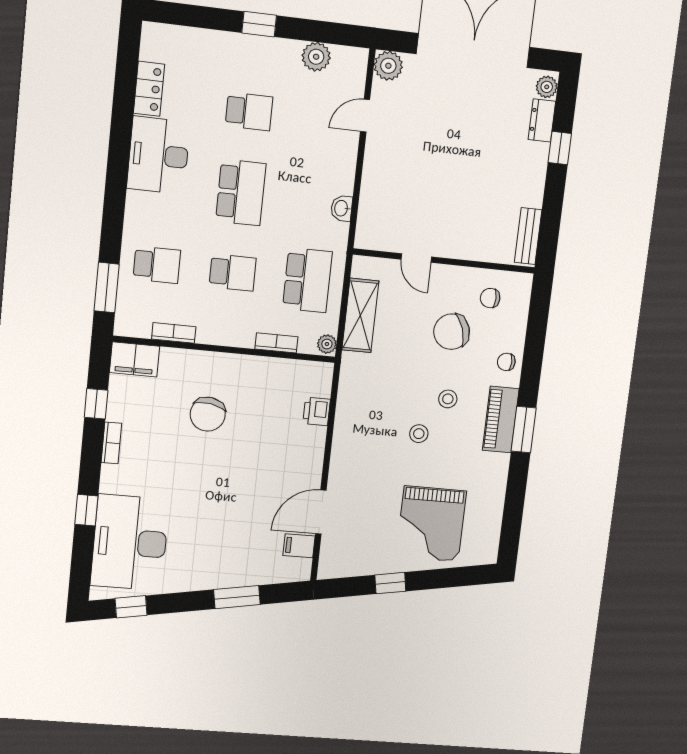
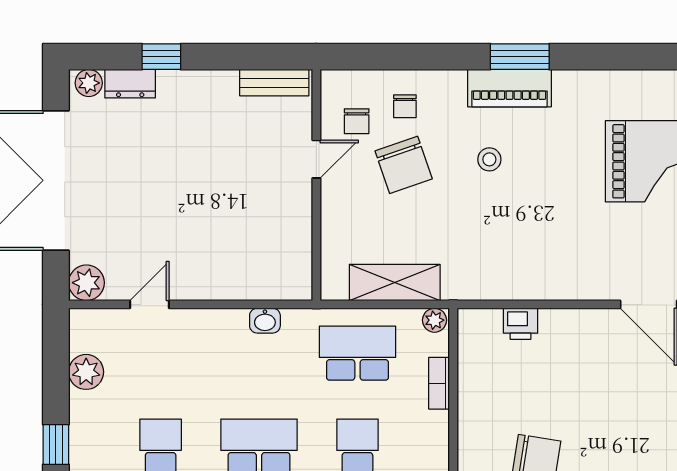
door: (365, 116) -> (150, 304), swing flipped
door: (416, 258) -> (316, 159), moved
chair: (506, 362) -> (405, 106), moved
stool: (419, 434) -> (537, 191), removed

